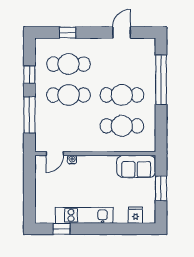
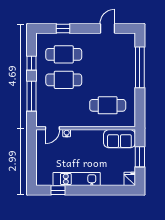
cafe table: (122, 95) -> (108, 80), removed
fridge: (136, 215) -> (130, 179), moved

